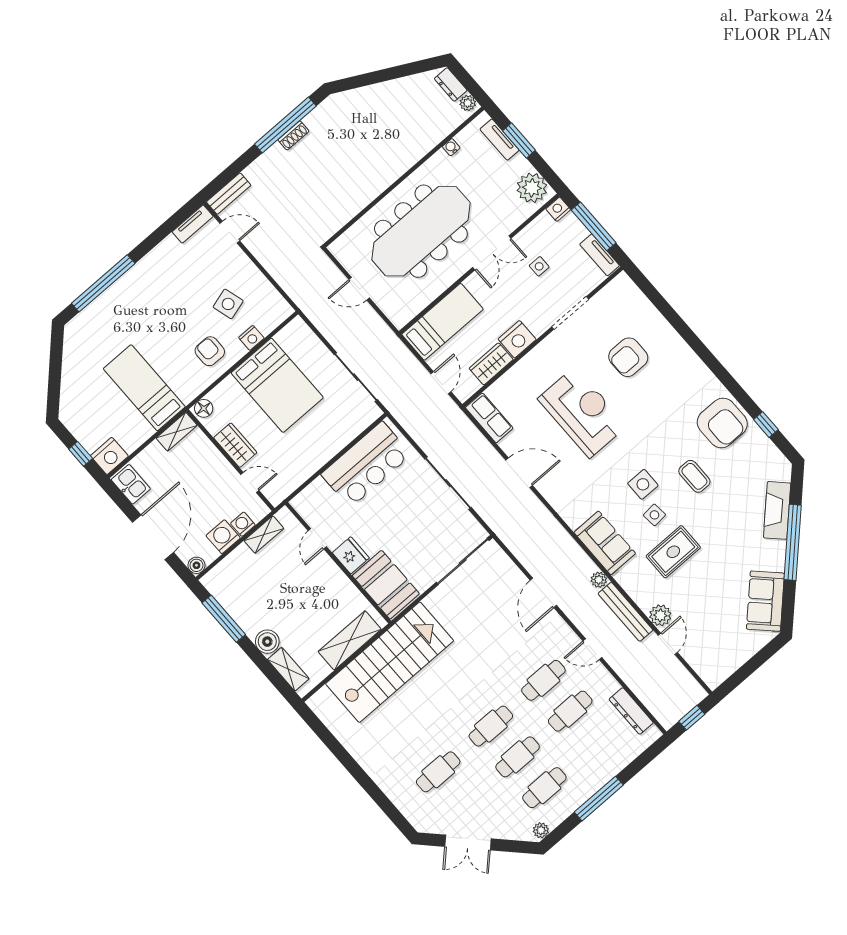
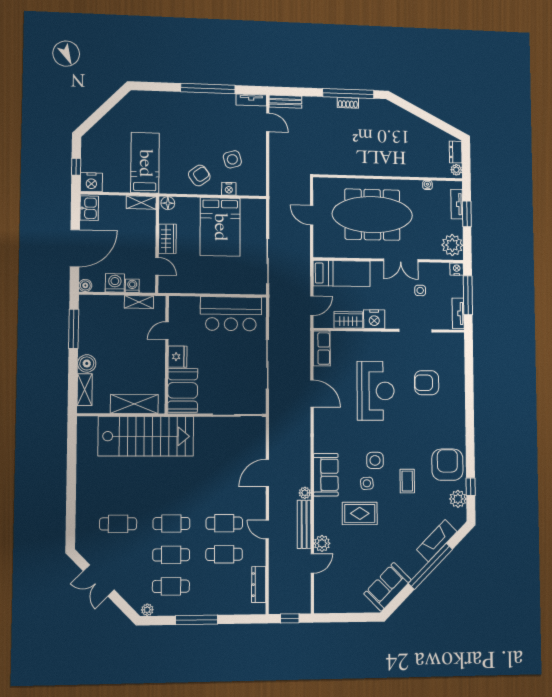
window: (103, 283) -> (208, 88), moved
armchair: (210, 351) -> (199, 175), turned 54
armchair: (722, 423) -> (447, 465), turned 180
plant: (763, 449) -> (458, 499), added

